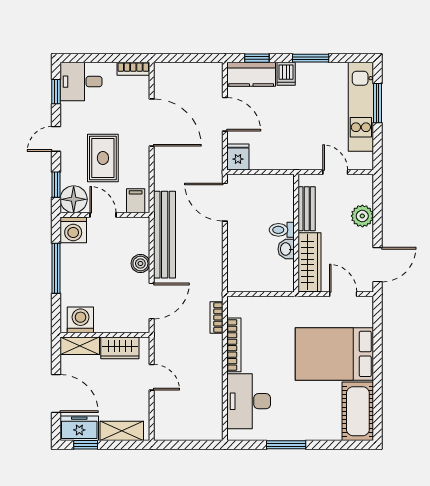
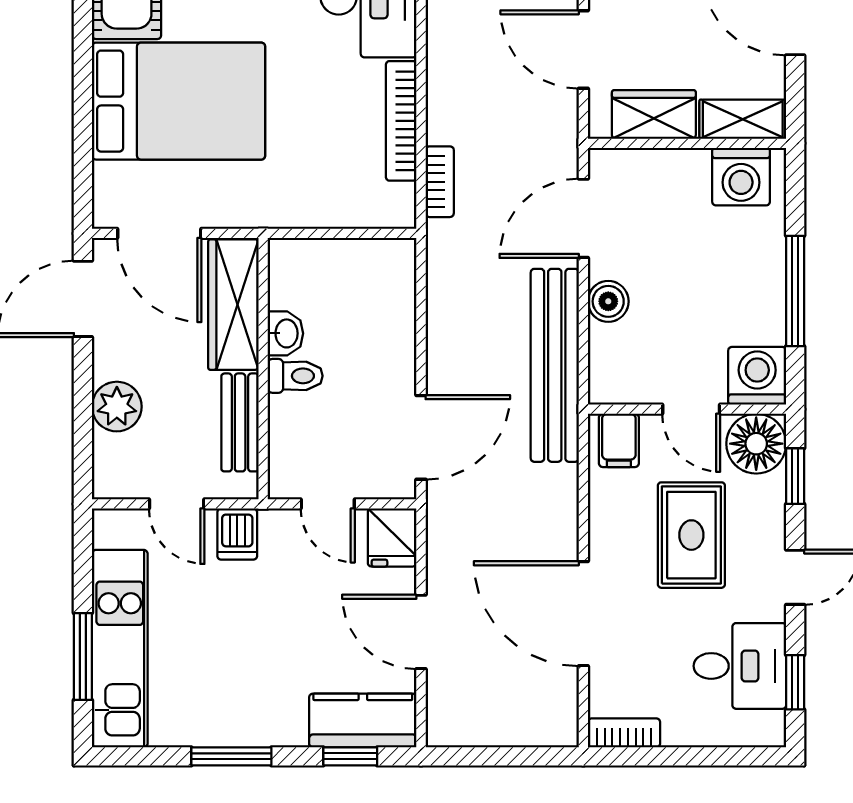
dishwasher: (286, 74) -> (237, 534), moved, turned 180
desk: (81, 82) -> (740, 666), moved
door: (267, 172) -> (328, 504), added
door: (225, 202) -> (421, 437), hinge flipped
door: (343, 294) -> (159, 233), width x1.38
door: (152, 377) -> (583, 49), width x1.38

